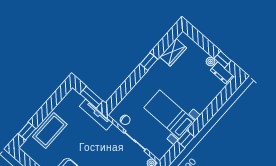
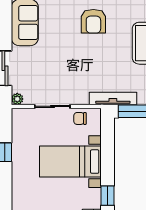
bed with nightstands: (169, 114) -> (70, 162), moved, turned 180

